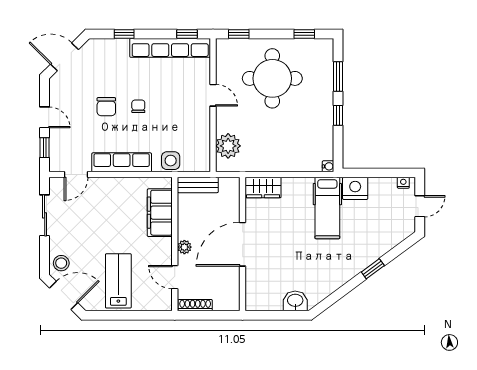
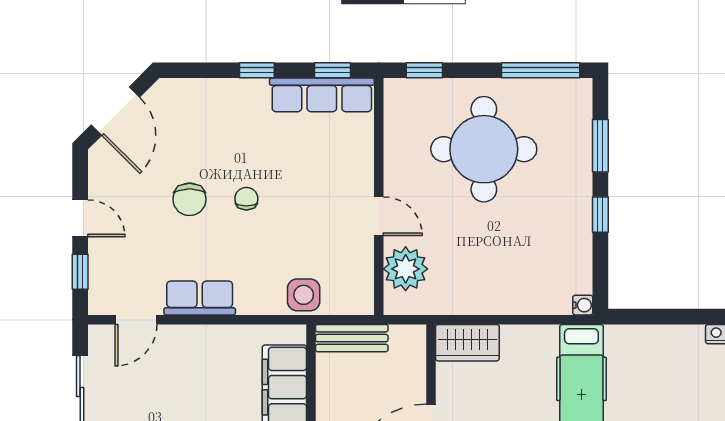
window: (124, 34) -> (257, 70), moved
window: (304, 34) -> (541, 70), width x2.17
row of seats: (170, 48) -> (322, 95), width x0.73
door: (64, 57) -> (115, 111), swing flipped
door: (213, 95) -> (379, 216), moved
row of seats: (122, 162) -> (200, 298), width x0.68
nightstand: (355, 188) -> (631, 344), removed

